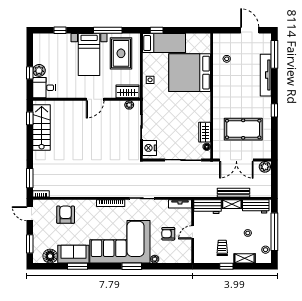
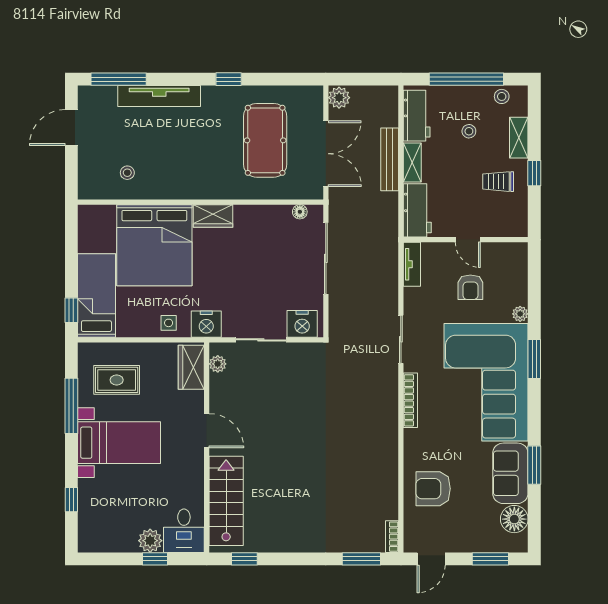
rug: (121, 53) -> (117, 380), width x0.73, depth x0.70
nightstand: (149, 99) -> (206, 324), added
stairs: (42, 128) -> (226, 501), moved, turned 90
wardrobe: (205, 132) -> (213, 216), moved

